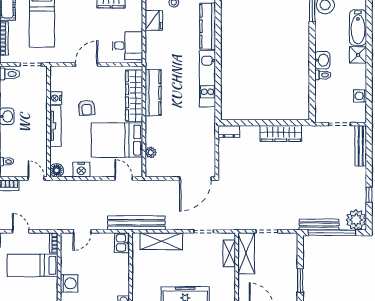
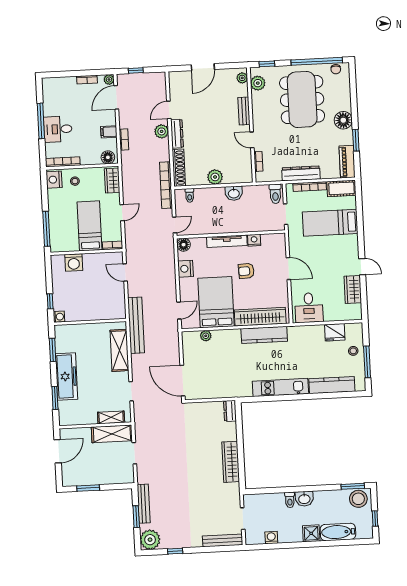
window: (332, 233) -> (136, 517), width x0.47
kitchen sink: (122, 243) -> (116, 312), removed

